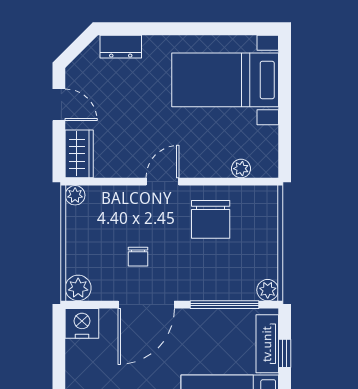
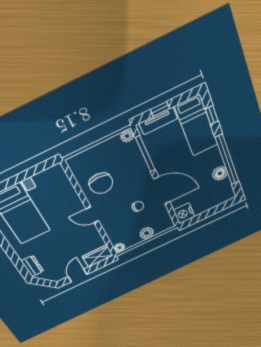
plant: (241, 169) -> (65, 183), removed
chair: (211, 219) -> (101, 183), turned 90
plant: (78, 288) -> (147, 233), moved

